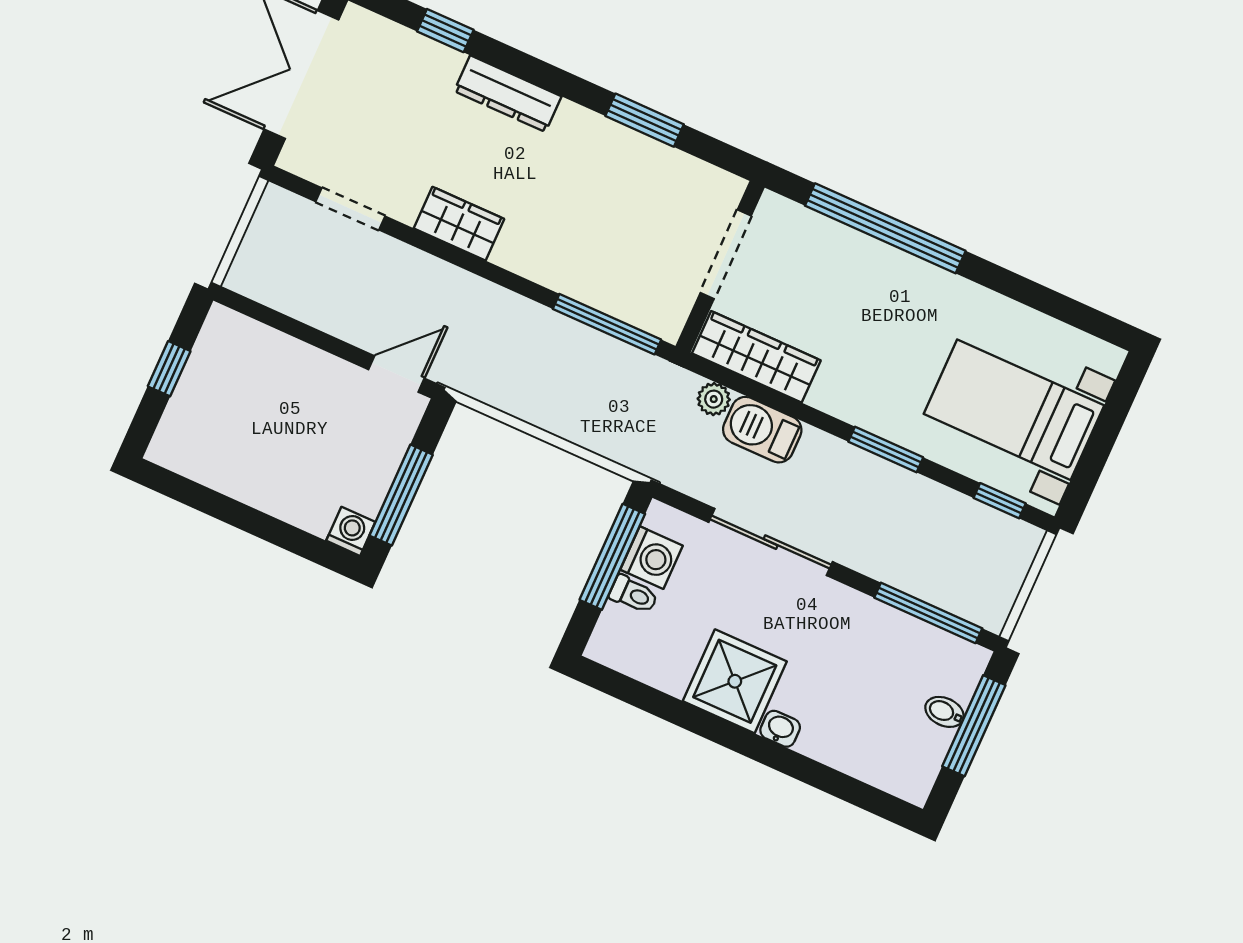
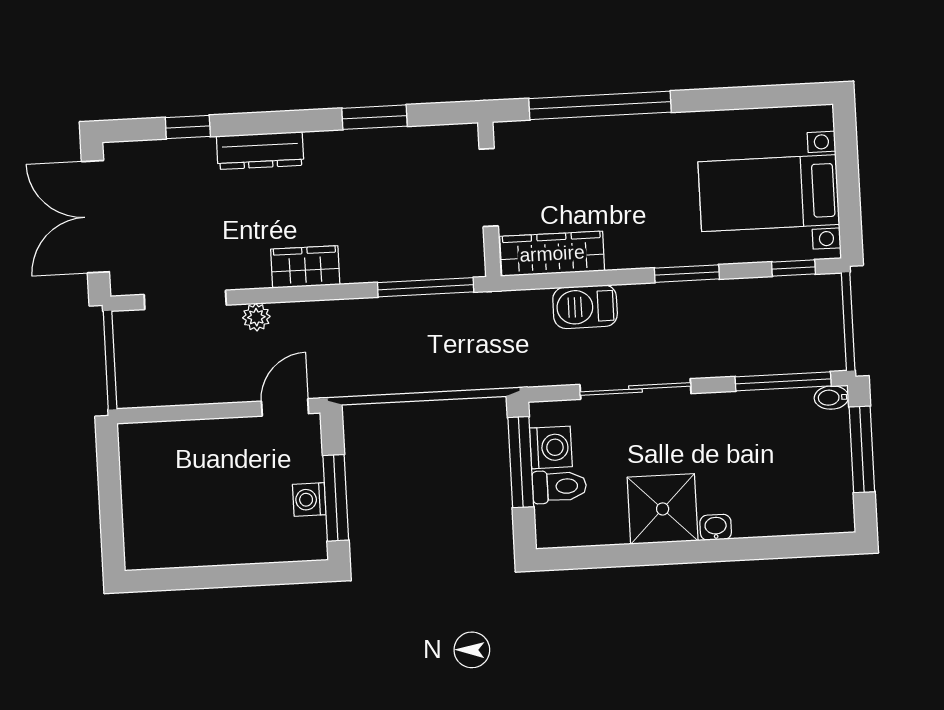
doorway: (350, 209) -> (185, 300), width x1.38
wardrobe: (459, 224) -> (305, 267), moved
window: (169, 369) -> (110, 492), removed
plant: (714, 399) -> (256, 317), moved
washing machine: (351, 531) -> (309, 500), moved, turned -90
toilet: (634, 594) -> (559, 486), width x1.37, depth x1.39
bidet: (944, 712) -> (831, 398), moved

